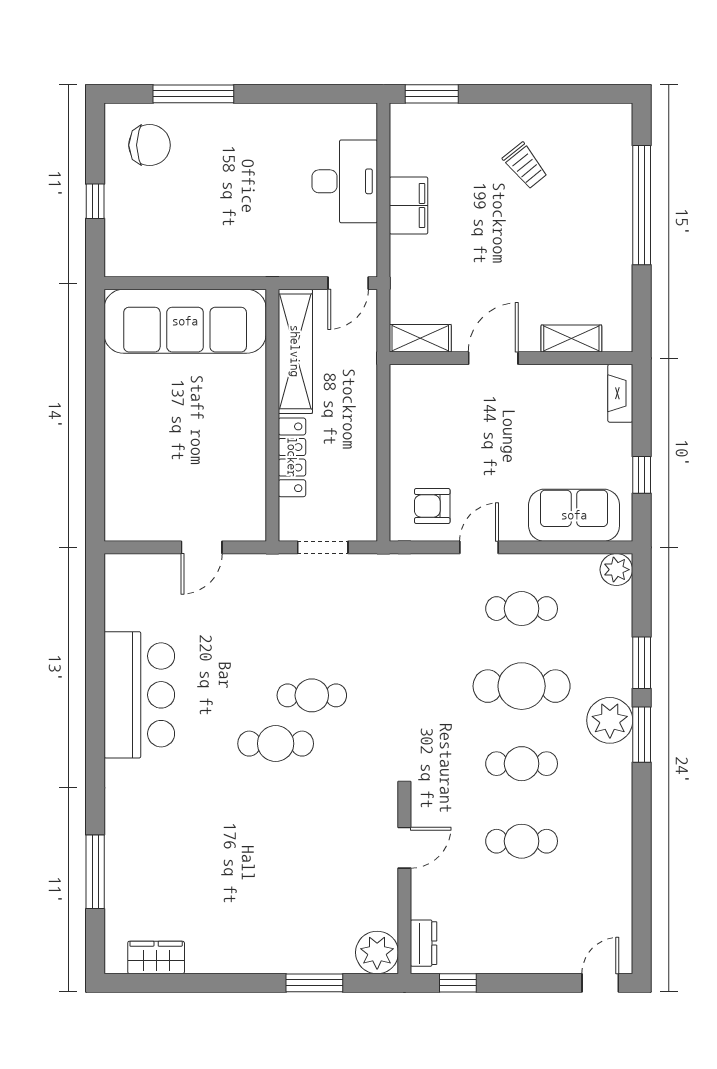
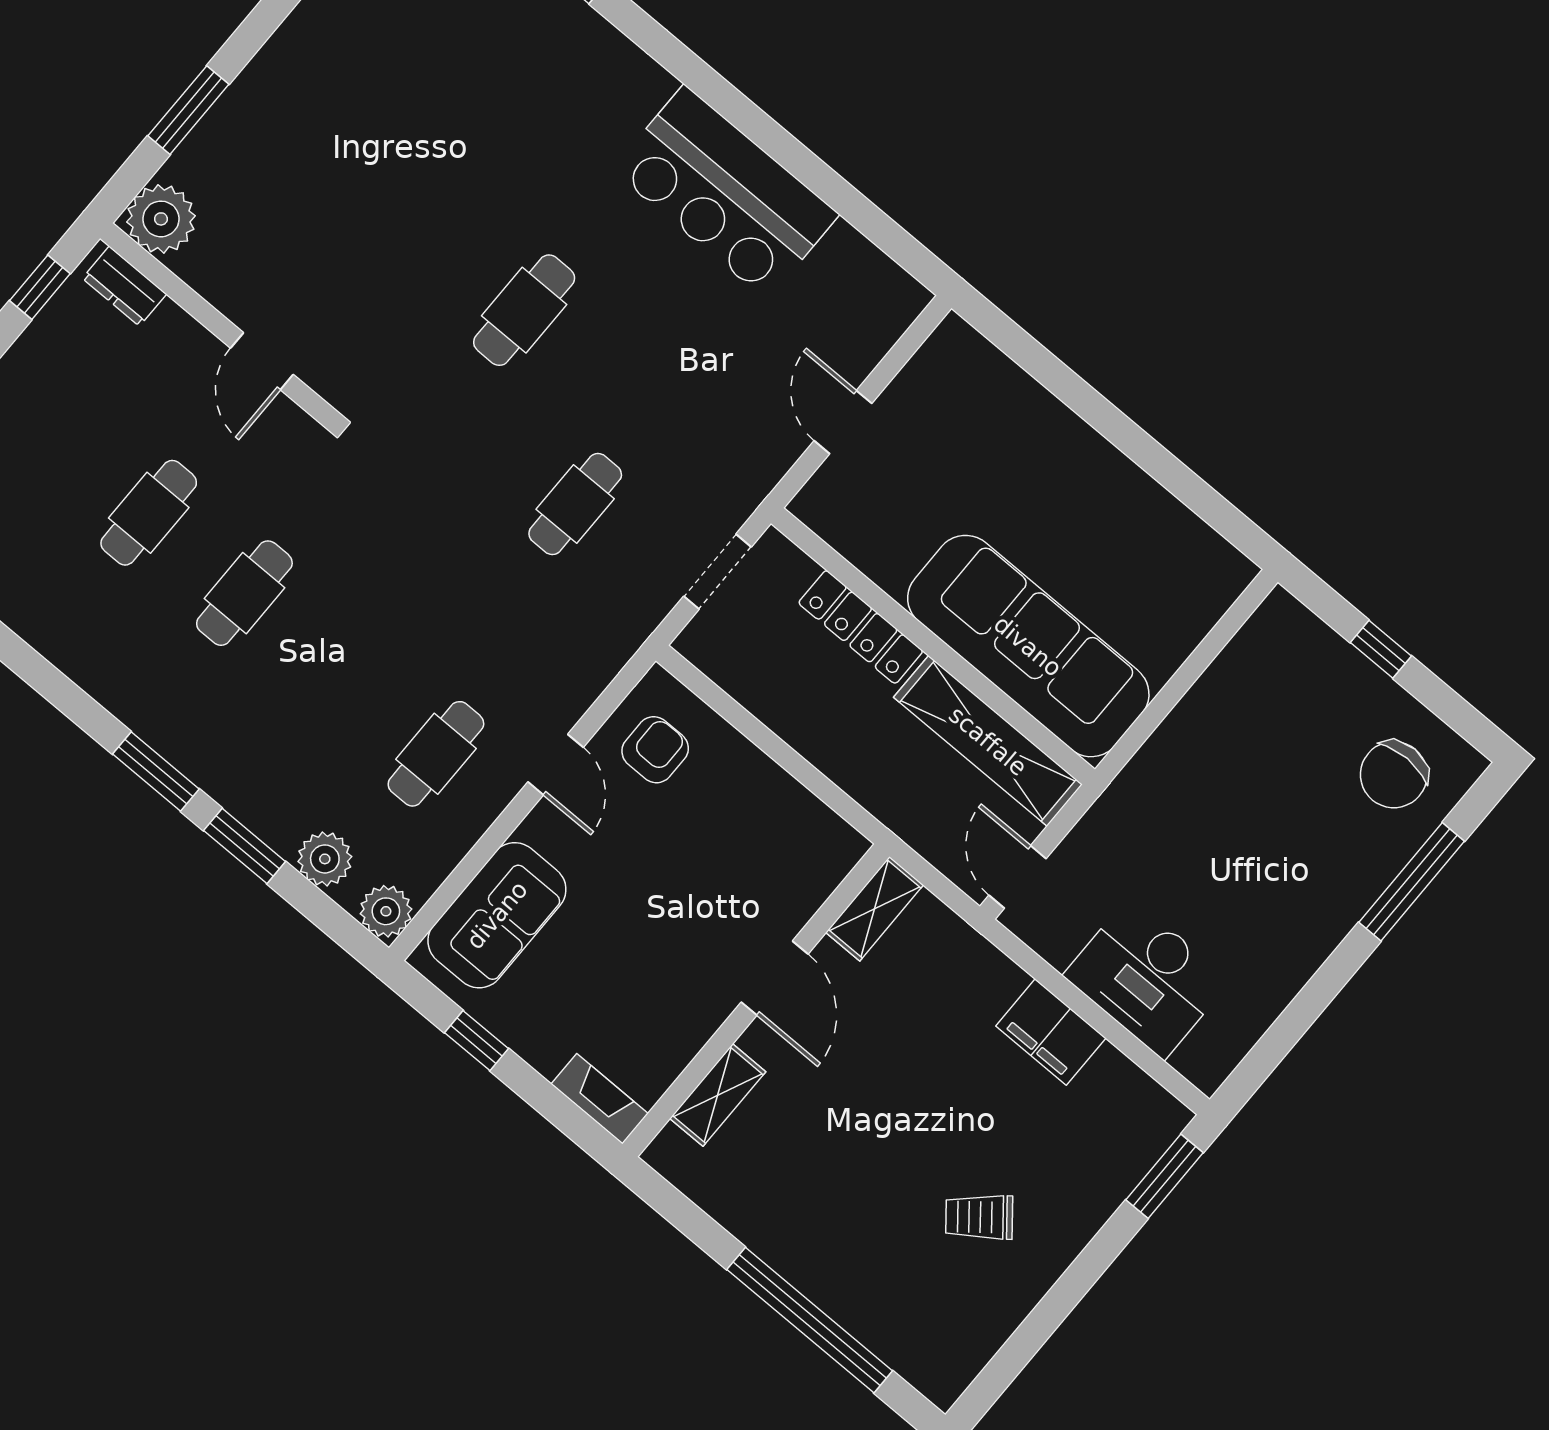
sofa: (185, 321) -> (1028, 646), moved, turned 90
cafe table: (522, 686) -> (340, 673), removed
cafe table: (312, 695) -> (575, 504), moved
plant: (610, 720) -> (325, 859), moved, width x0.73, depth x0.73

